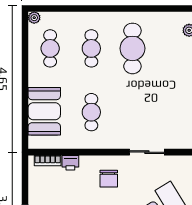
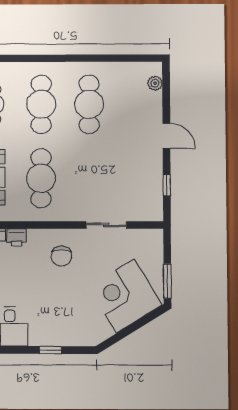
cafe table: (91, 48) -> (41, 104), width x1.37, depth x1.35
cafe table: (91, 112) -> (41, 178), width x1.37, depth x1.35

